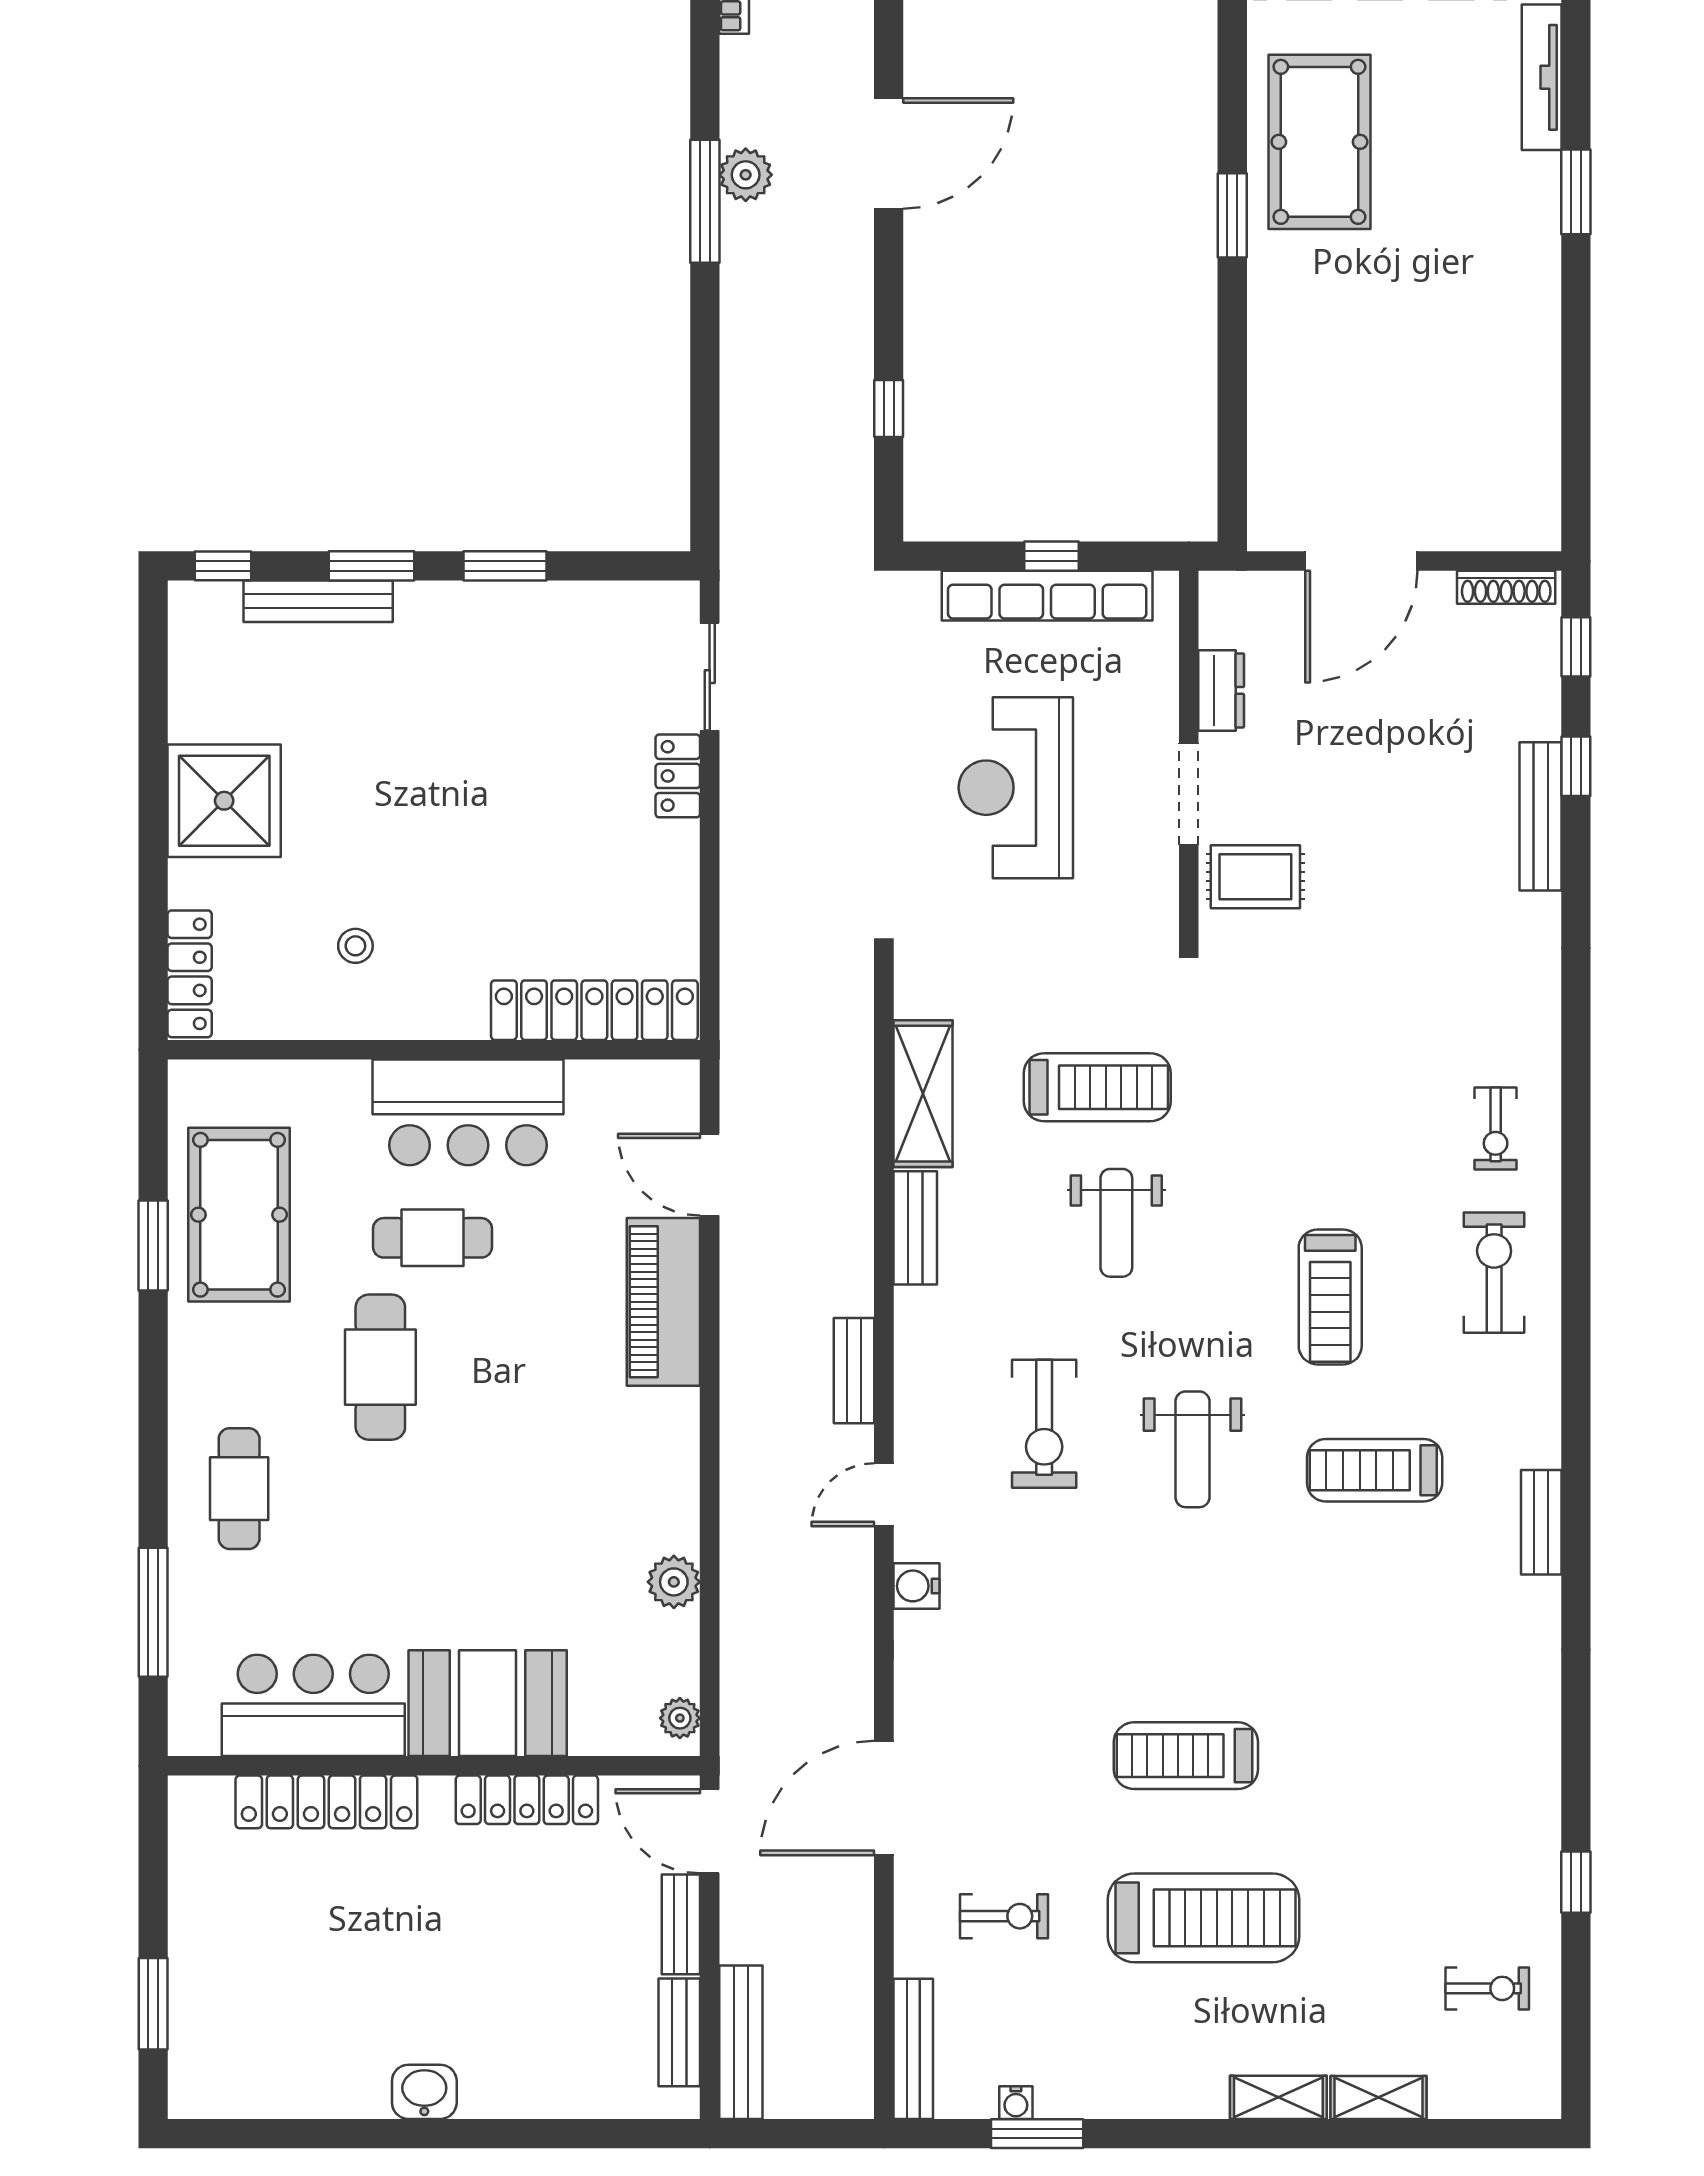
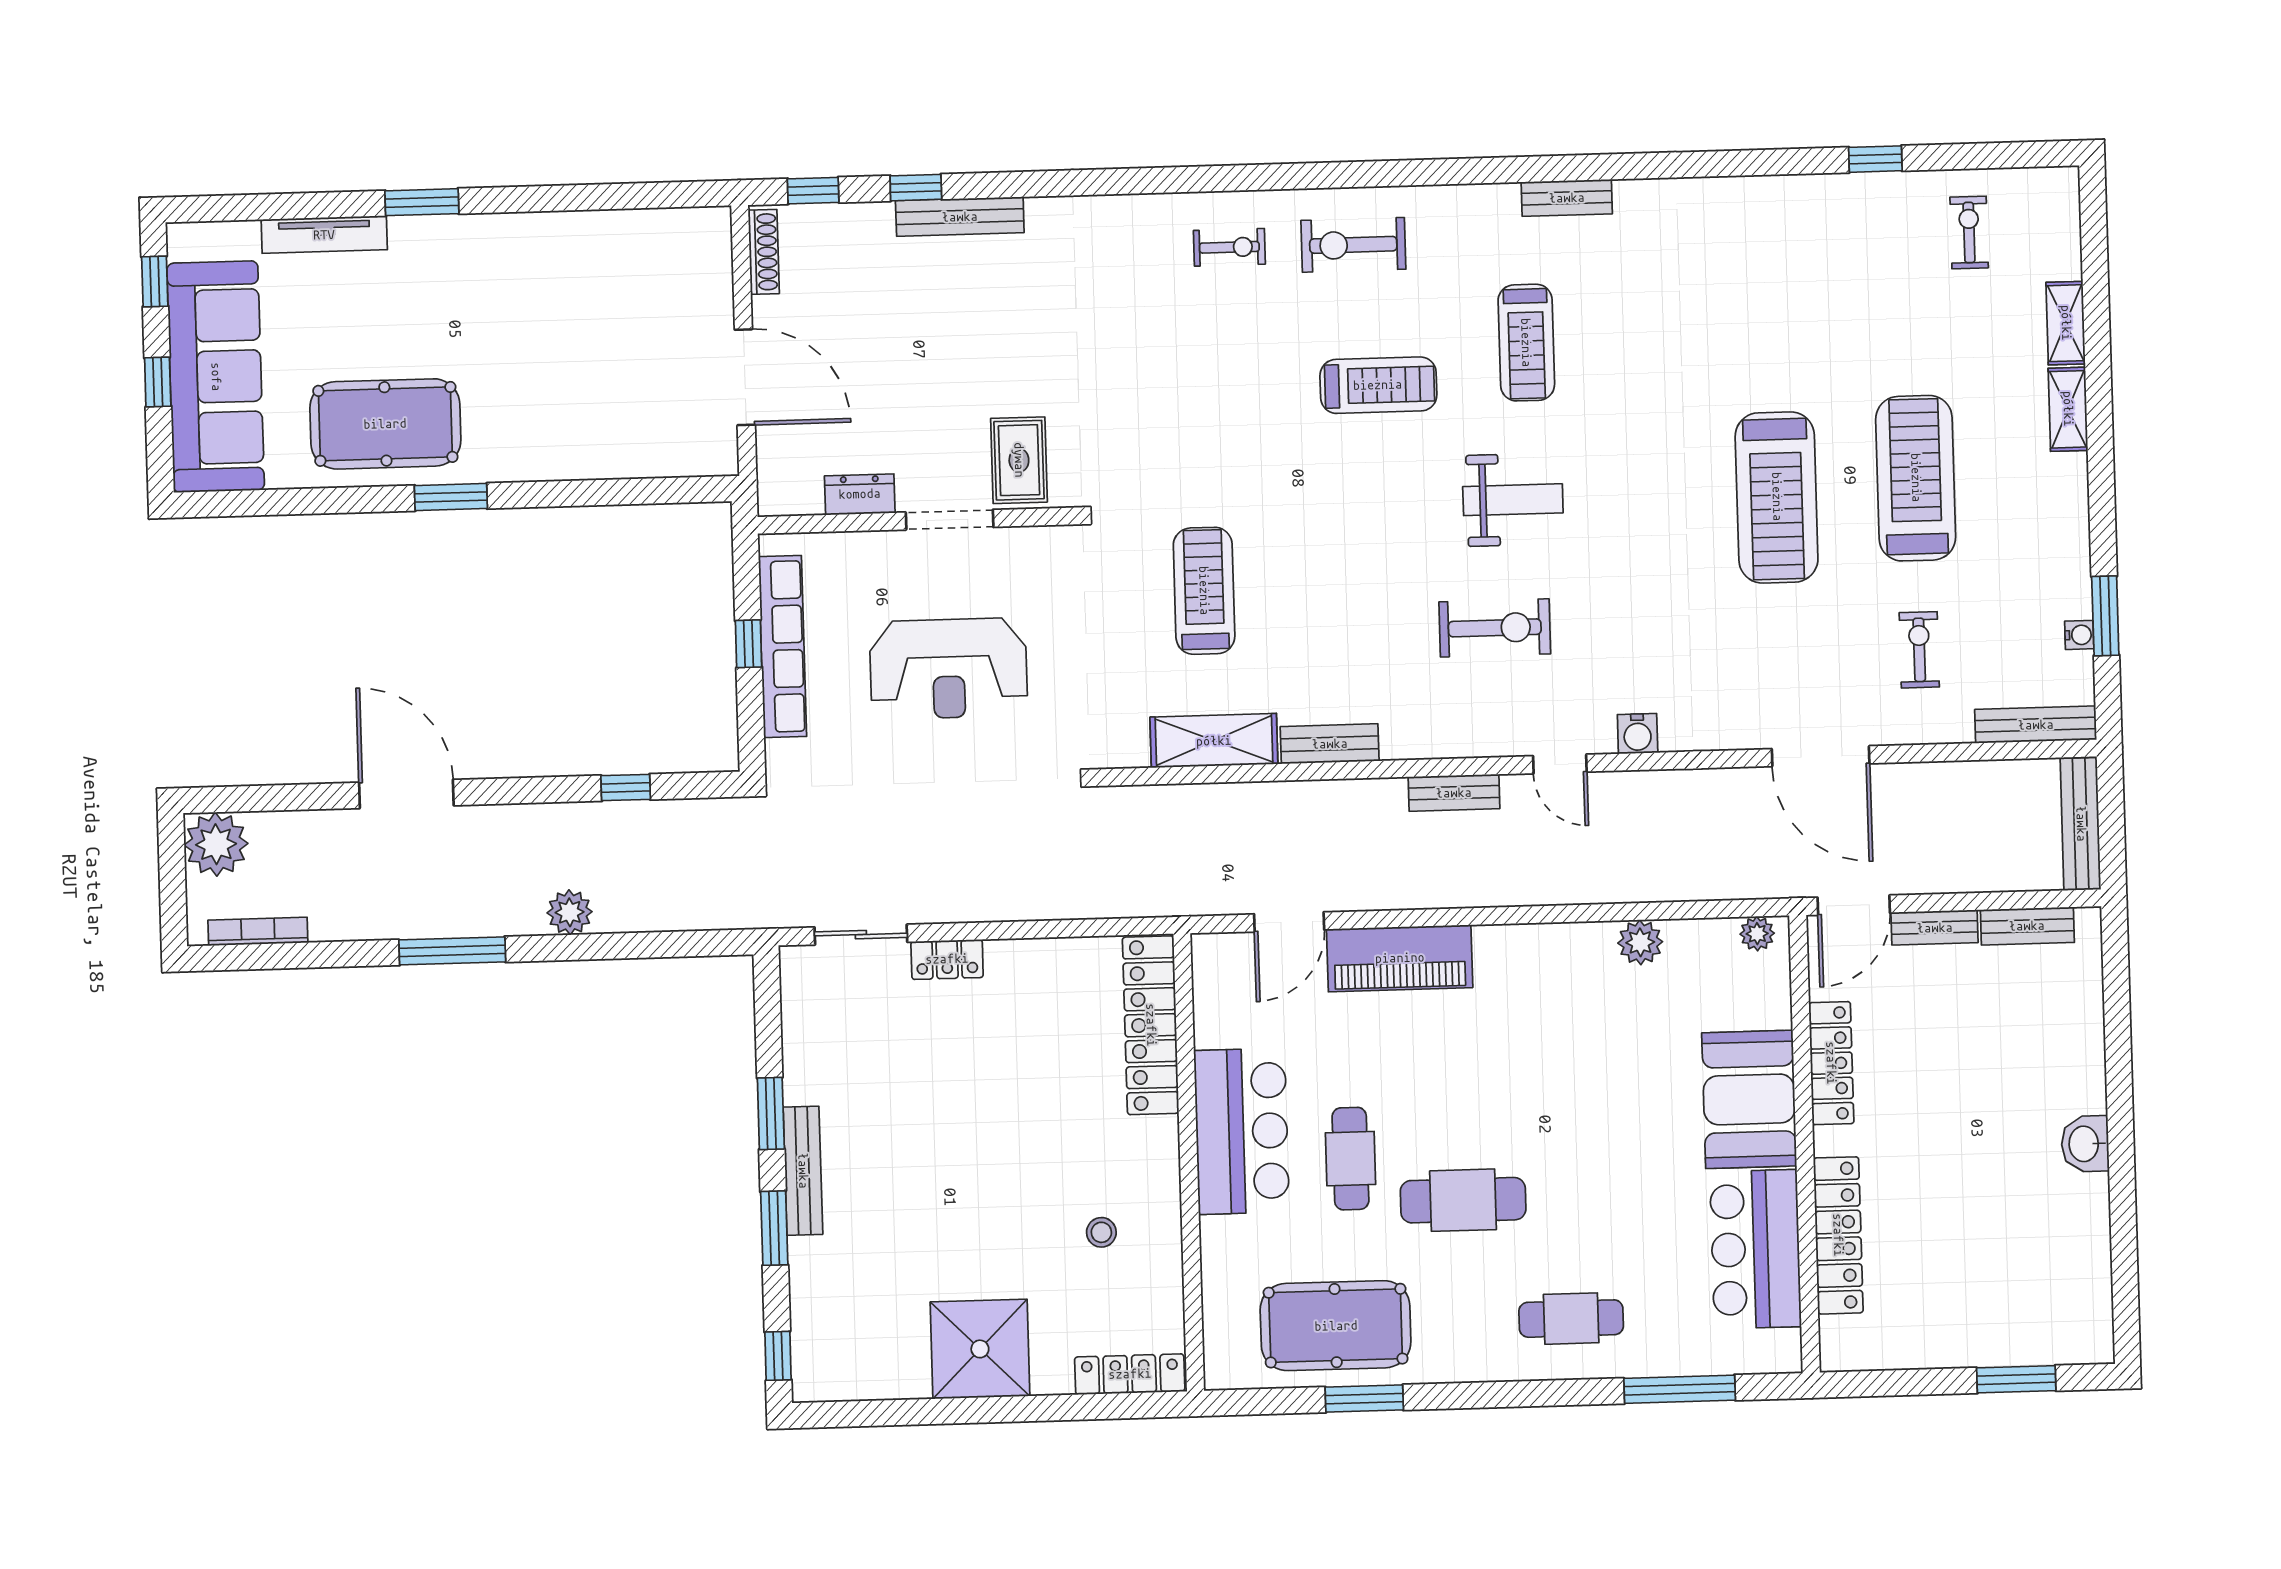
plant: (746, 175) -> (570, 912), moved
bench: (318, 601) -> (803, 1171), moved
weight bench: (1116, 1223) -> (1320, 571), removed
treadmill: (1186, 1756) -> (1777, 497), width x1.37, depth x1.38
bench: (741, 2042) -> (2081, 824), moved, turned 90

